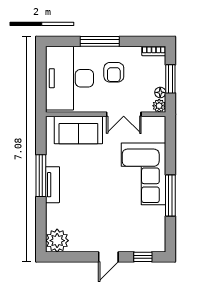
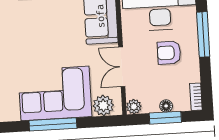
floor lamp: (160, 92) -> (166, 106), moved
plant: (157, 132) -> (103, 105), added
window: (170, 196) -> (53, 124), moved

